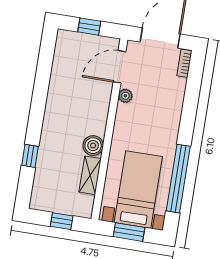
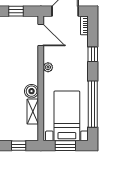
door: (120, 67) -> (41, 35), swing flipped
plant: (125, 96) -> (48, 67), moved
window: (190, 107) -> (93, 54), added

